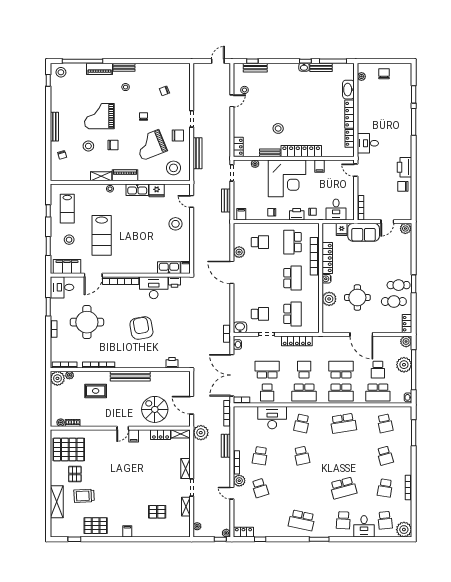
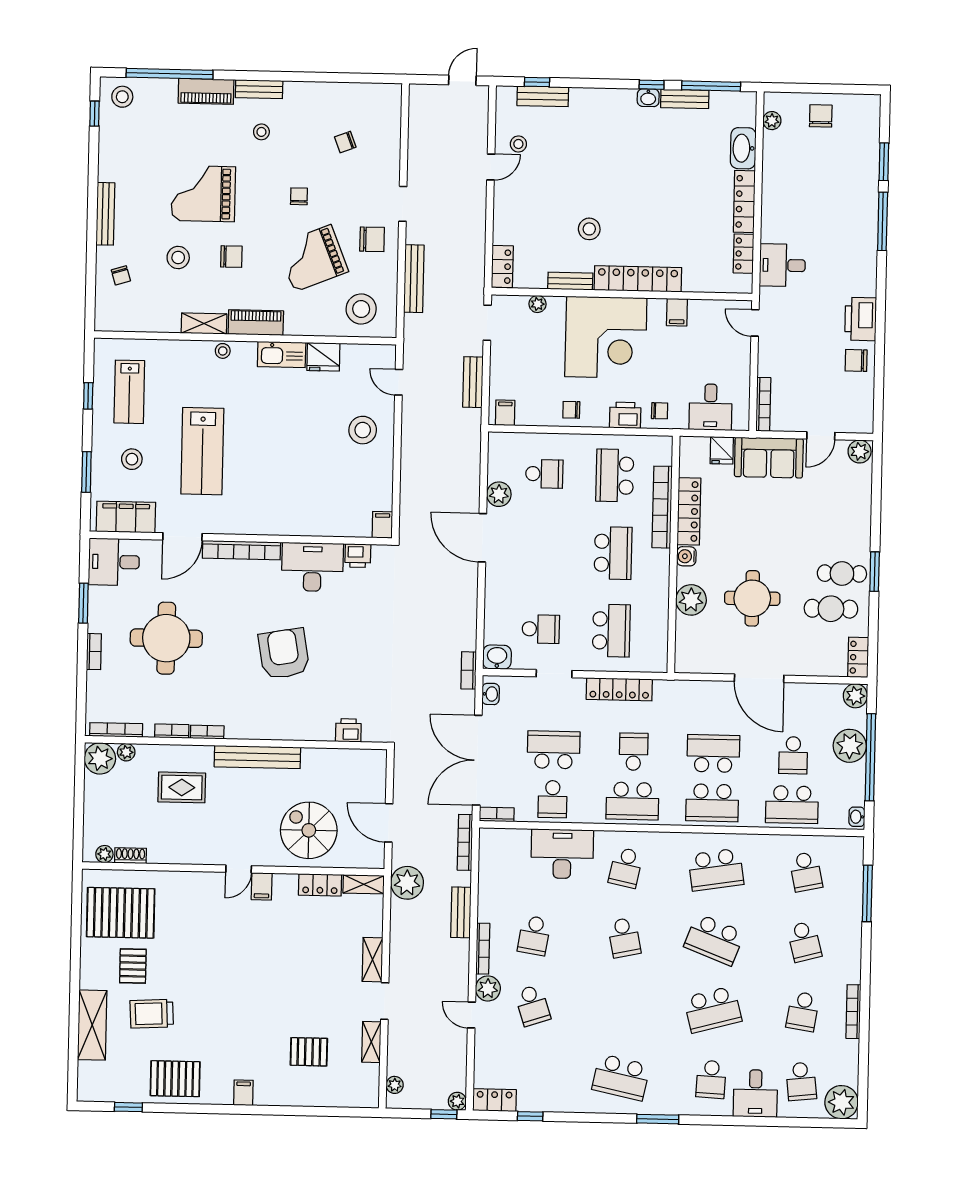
kitchen sink: (169, 268) -> (346, 524), removed
school desk: (343, 456) -> (714, 940), added

